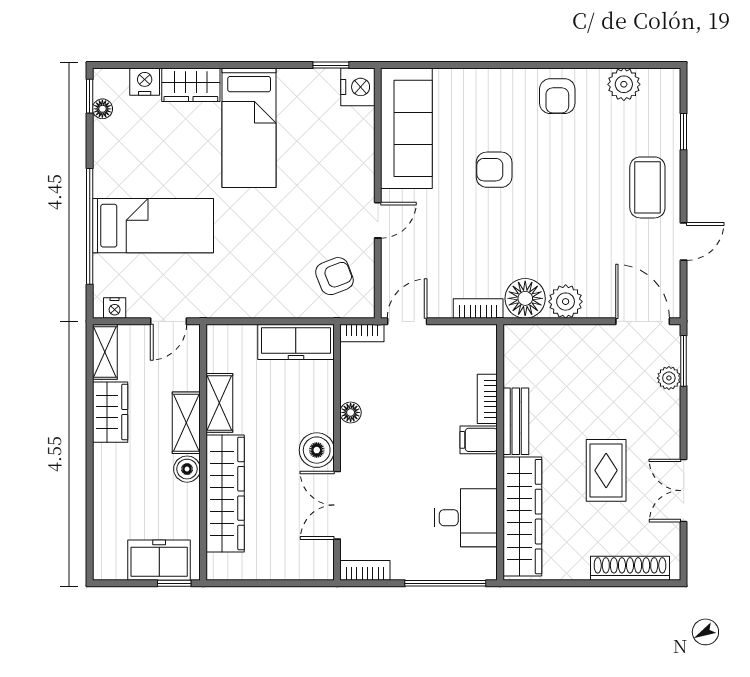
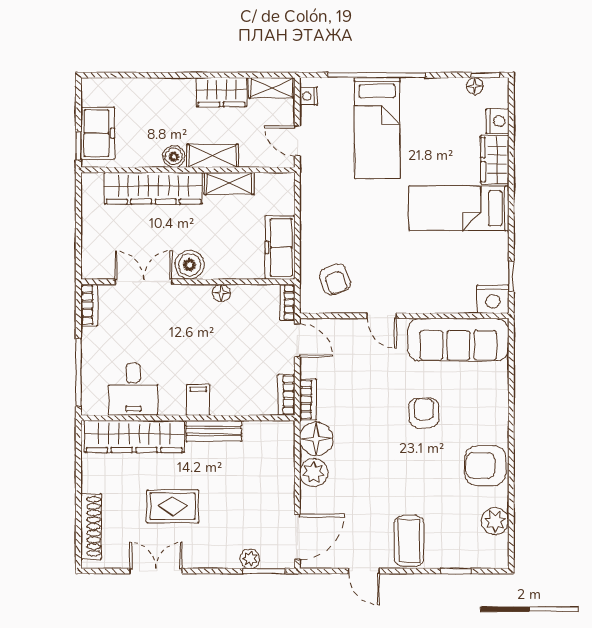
armchair: (557, 96) -> (485, 466), width x1.38, depth x1.38
coffee table: (647, 187) -> (409, 541), turned 90
bookcase: (487, 399) -> (287, 395), moved, turned -90

